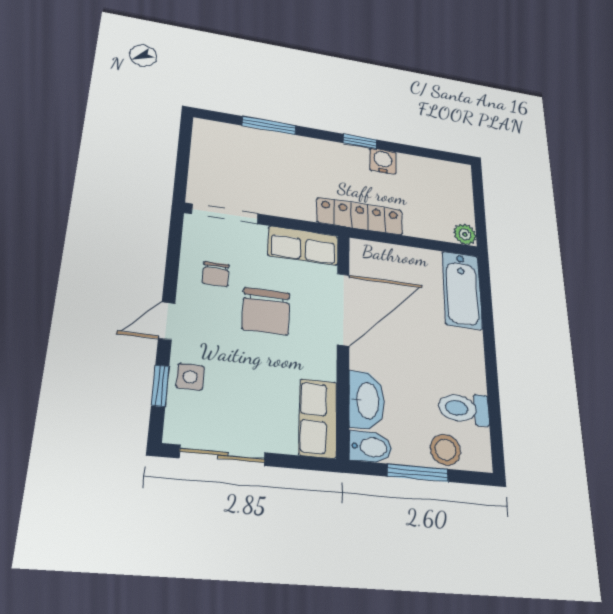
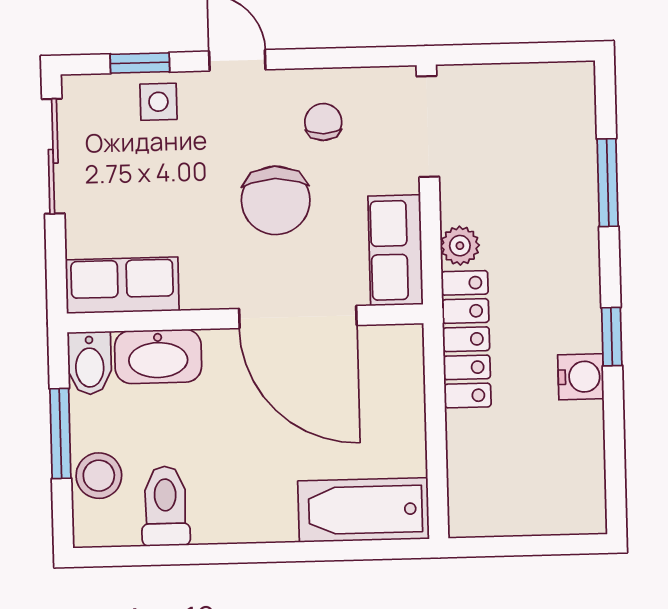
plant: (465, 234) -> (460, 246), moved
chair: (216, 274) -> (323, 122), turned 90
chair: (266, 311) -> (276, 200), turned -90

